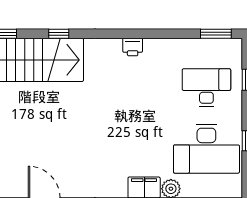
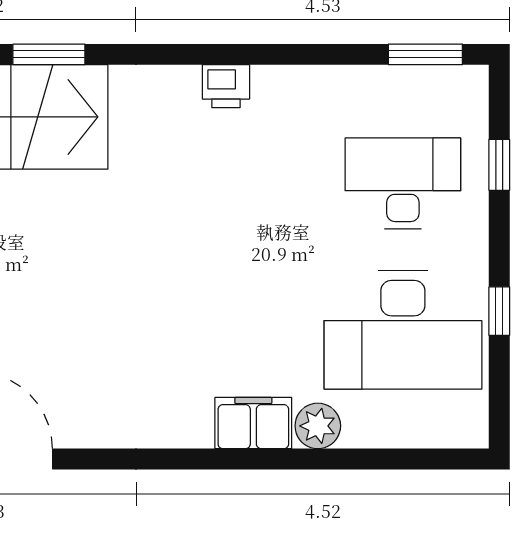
window: (59, 34) -> (49, 54), width x1.50

